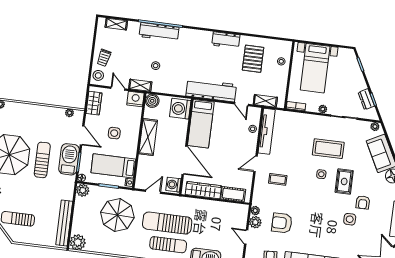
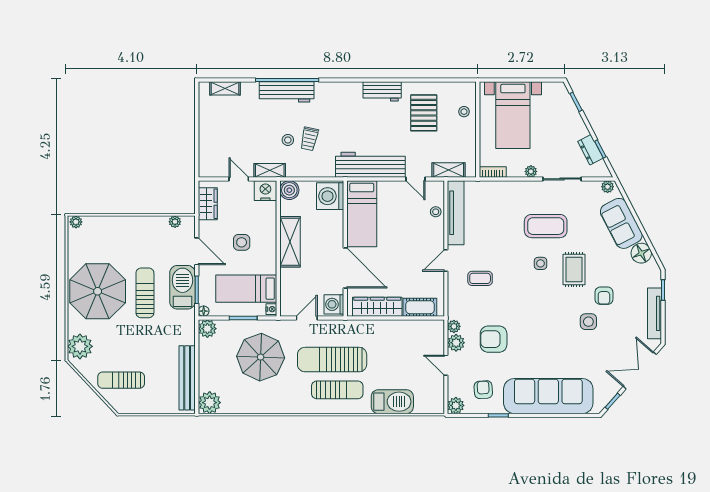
trolley: (104, 58) -> (309, 139), moved
stool: (98, 75) -> (209, 164), removed

